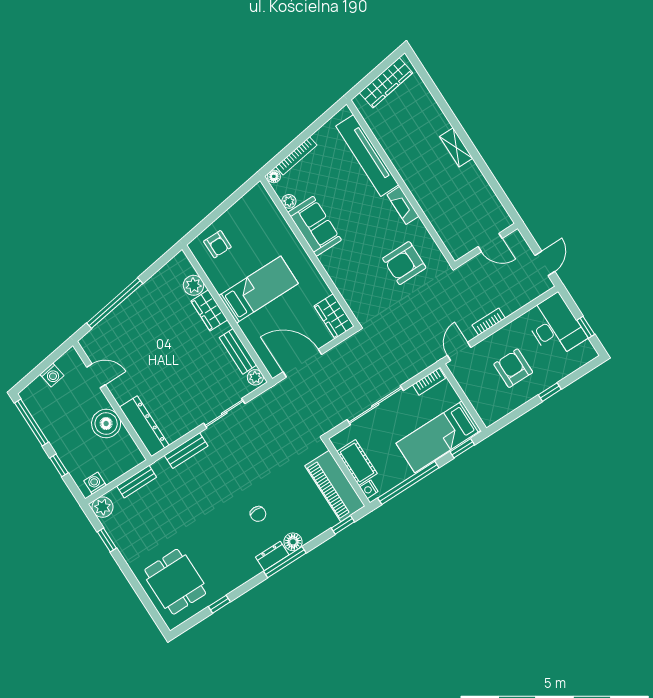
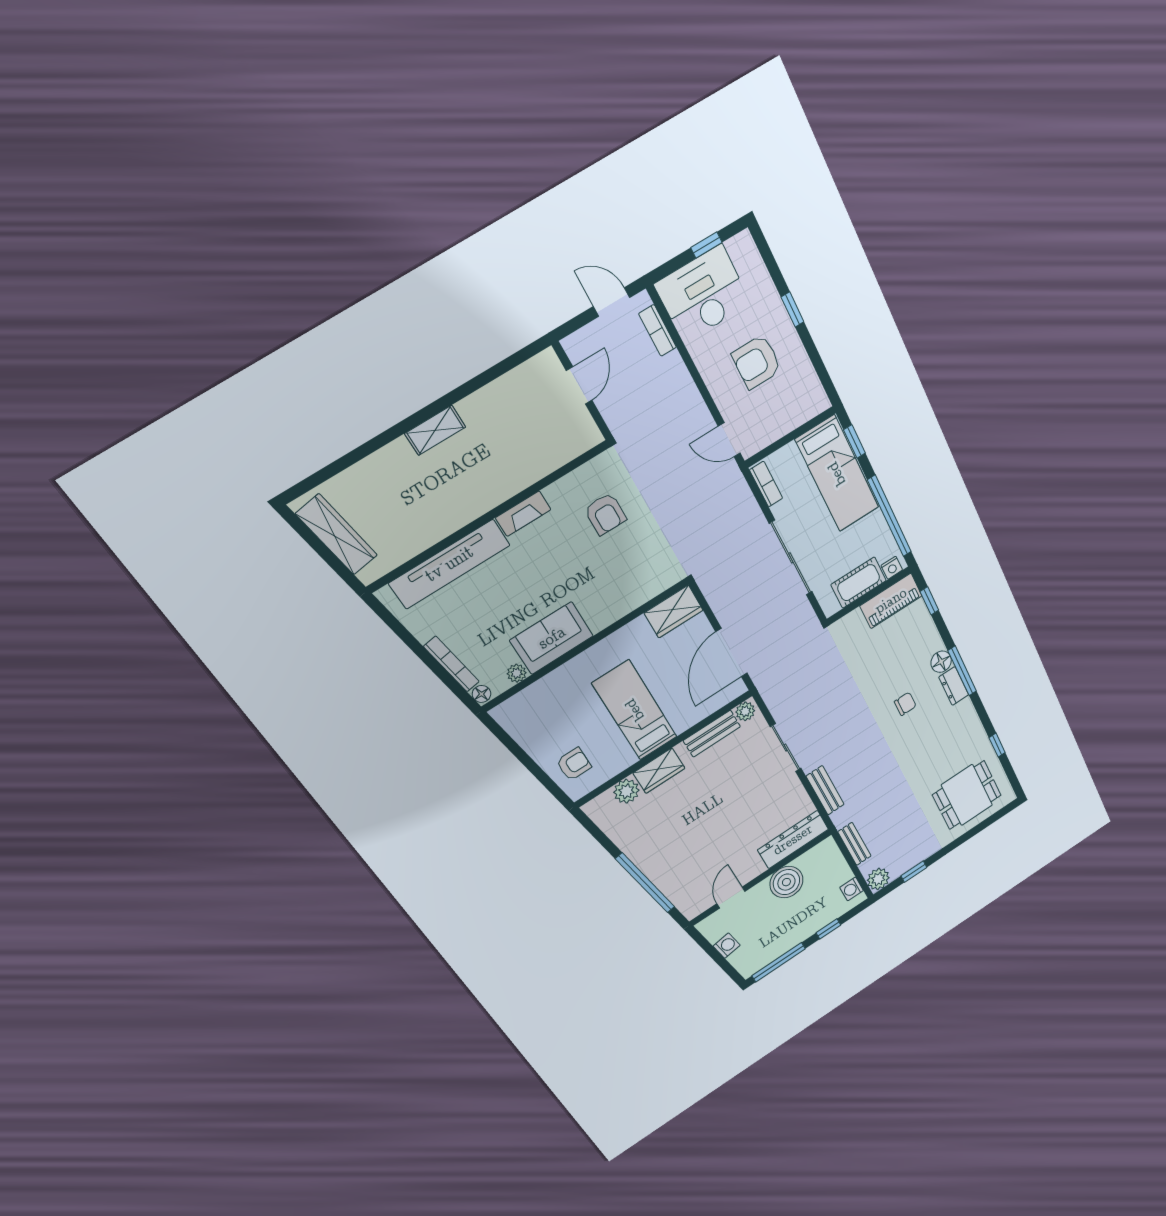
armchair: (404, 263) -> (605, 514), width x0.72, depth x0.72
bookcase: (489, 322) -> (658, 331), moved
piano: (335, 486) -> (891, 601), width x0.73, depth x0.75

